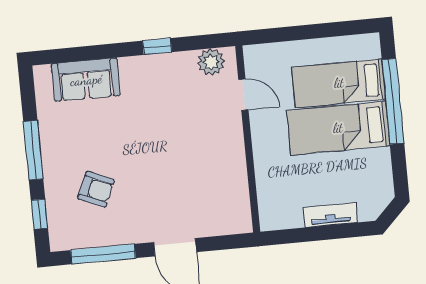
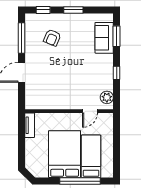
window: (80, 54) -> (117, 36), added
bed: (338, 128) -> (65, 154), width x1.50
window: (33, 150) -> (73, 10), width x0.69
tv unit: (330, 215) -> (30, 125), moved

